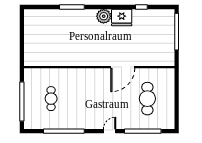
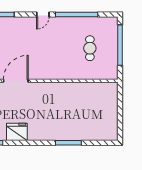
plant: (104, 16) -> (36, 133), removed
door: (110, 131) -> (43, 15), moved

